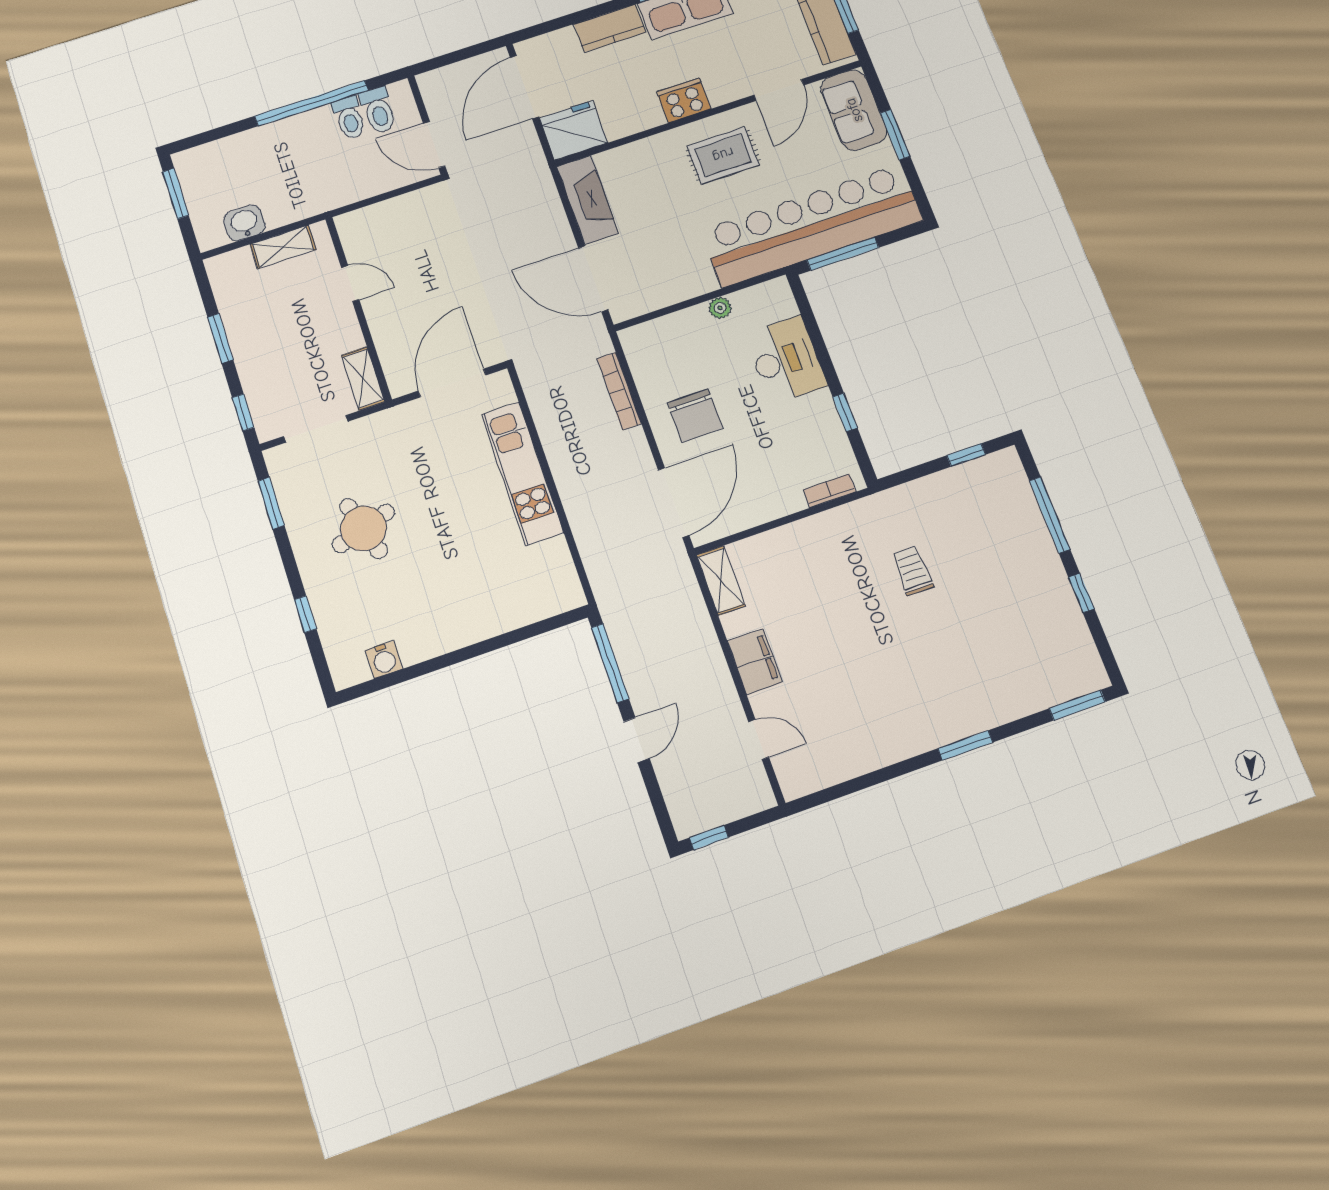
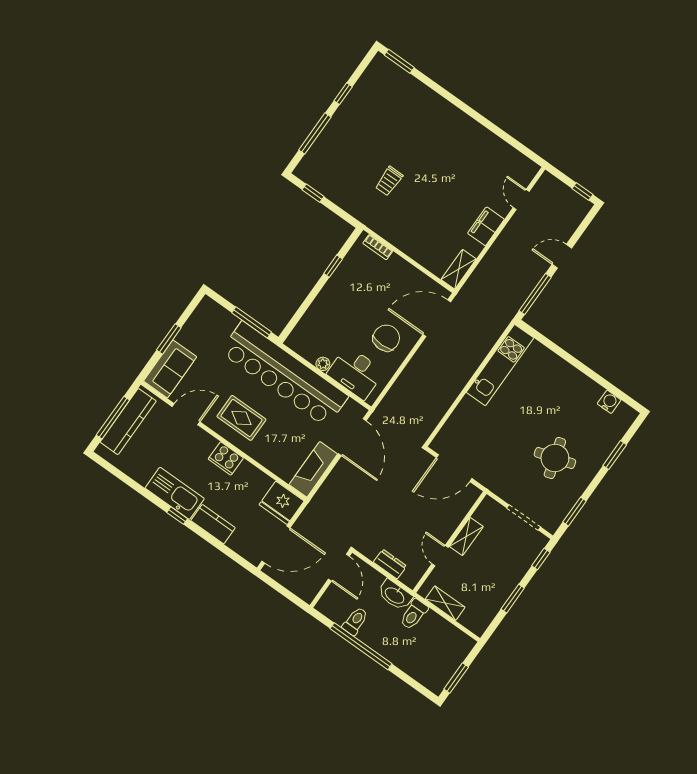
toilet: (378, 110) -> (414, 614), moved, turned 180
dresser: (389, 212) -> (390, 564), added
washbasin: (244, 223) -> (395, 595), moved, width x1.38
bar counter: (812, 225) -> (284, 374), moved
desk: (786, 360) -> (356, 373), moved, turned -90
shelving: (363, 379) -> (466, 536), moved
bookcase: (619, 391) -> (400, 384), removed
kitchen unit: (522, 473) -> (500, 365), moved
window: (305, 614) -> (615, 455), width x1.50
window: (965, 745) -> (456, 101), removed

